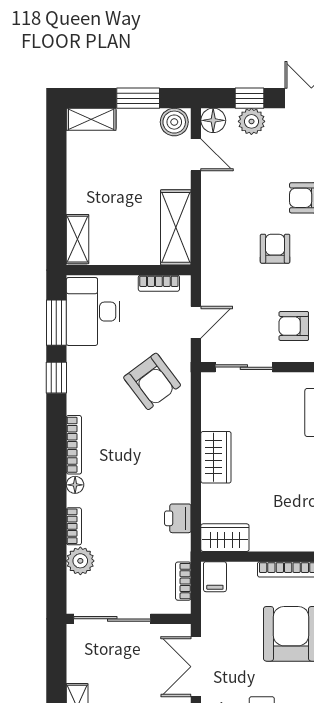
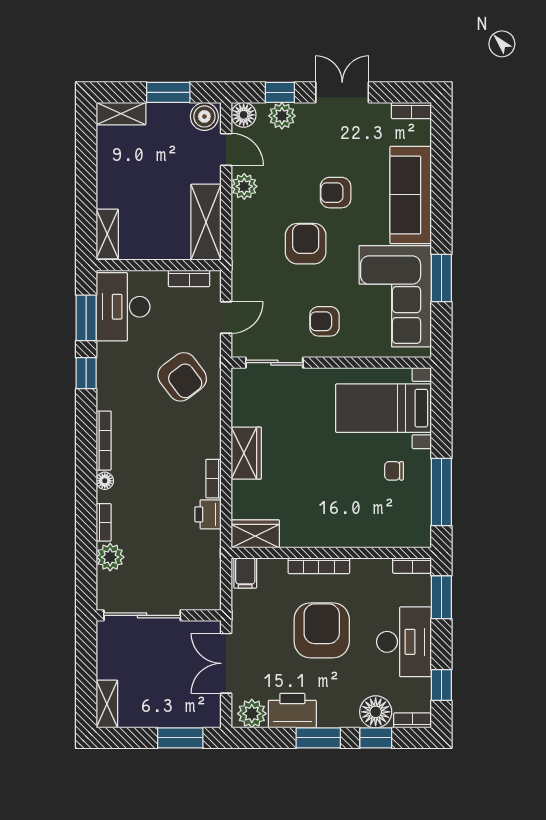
plant: (214, 192) -> (244, 186), added
armchair: (275, 249) -> (306, 244), width x1.38, depth x1.38
bookcase: (183, 581) -> (214, 479), moved

